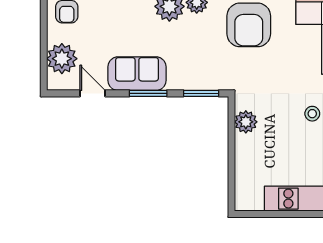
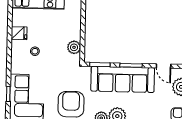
sofa: (137, 74) -> (123, 79), width x1.85, depth x1.27

